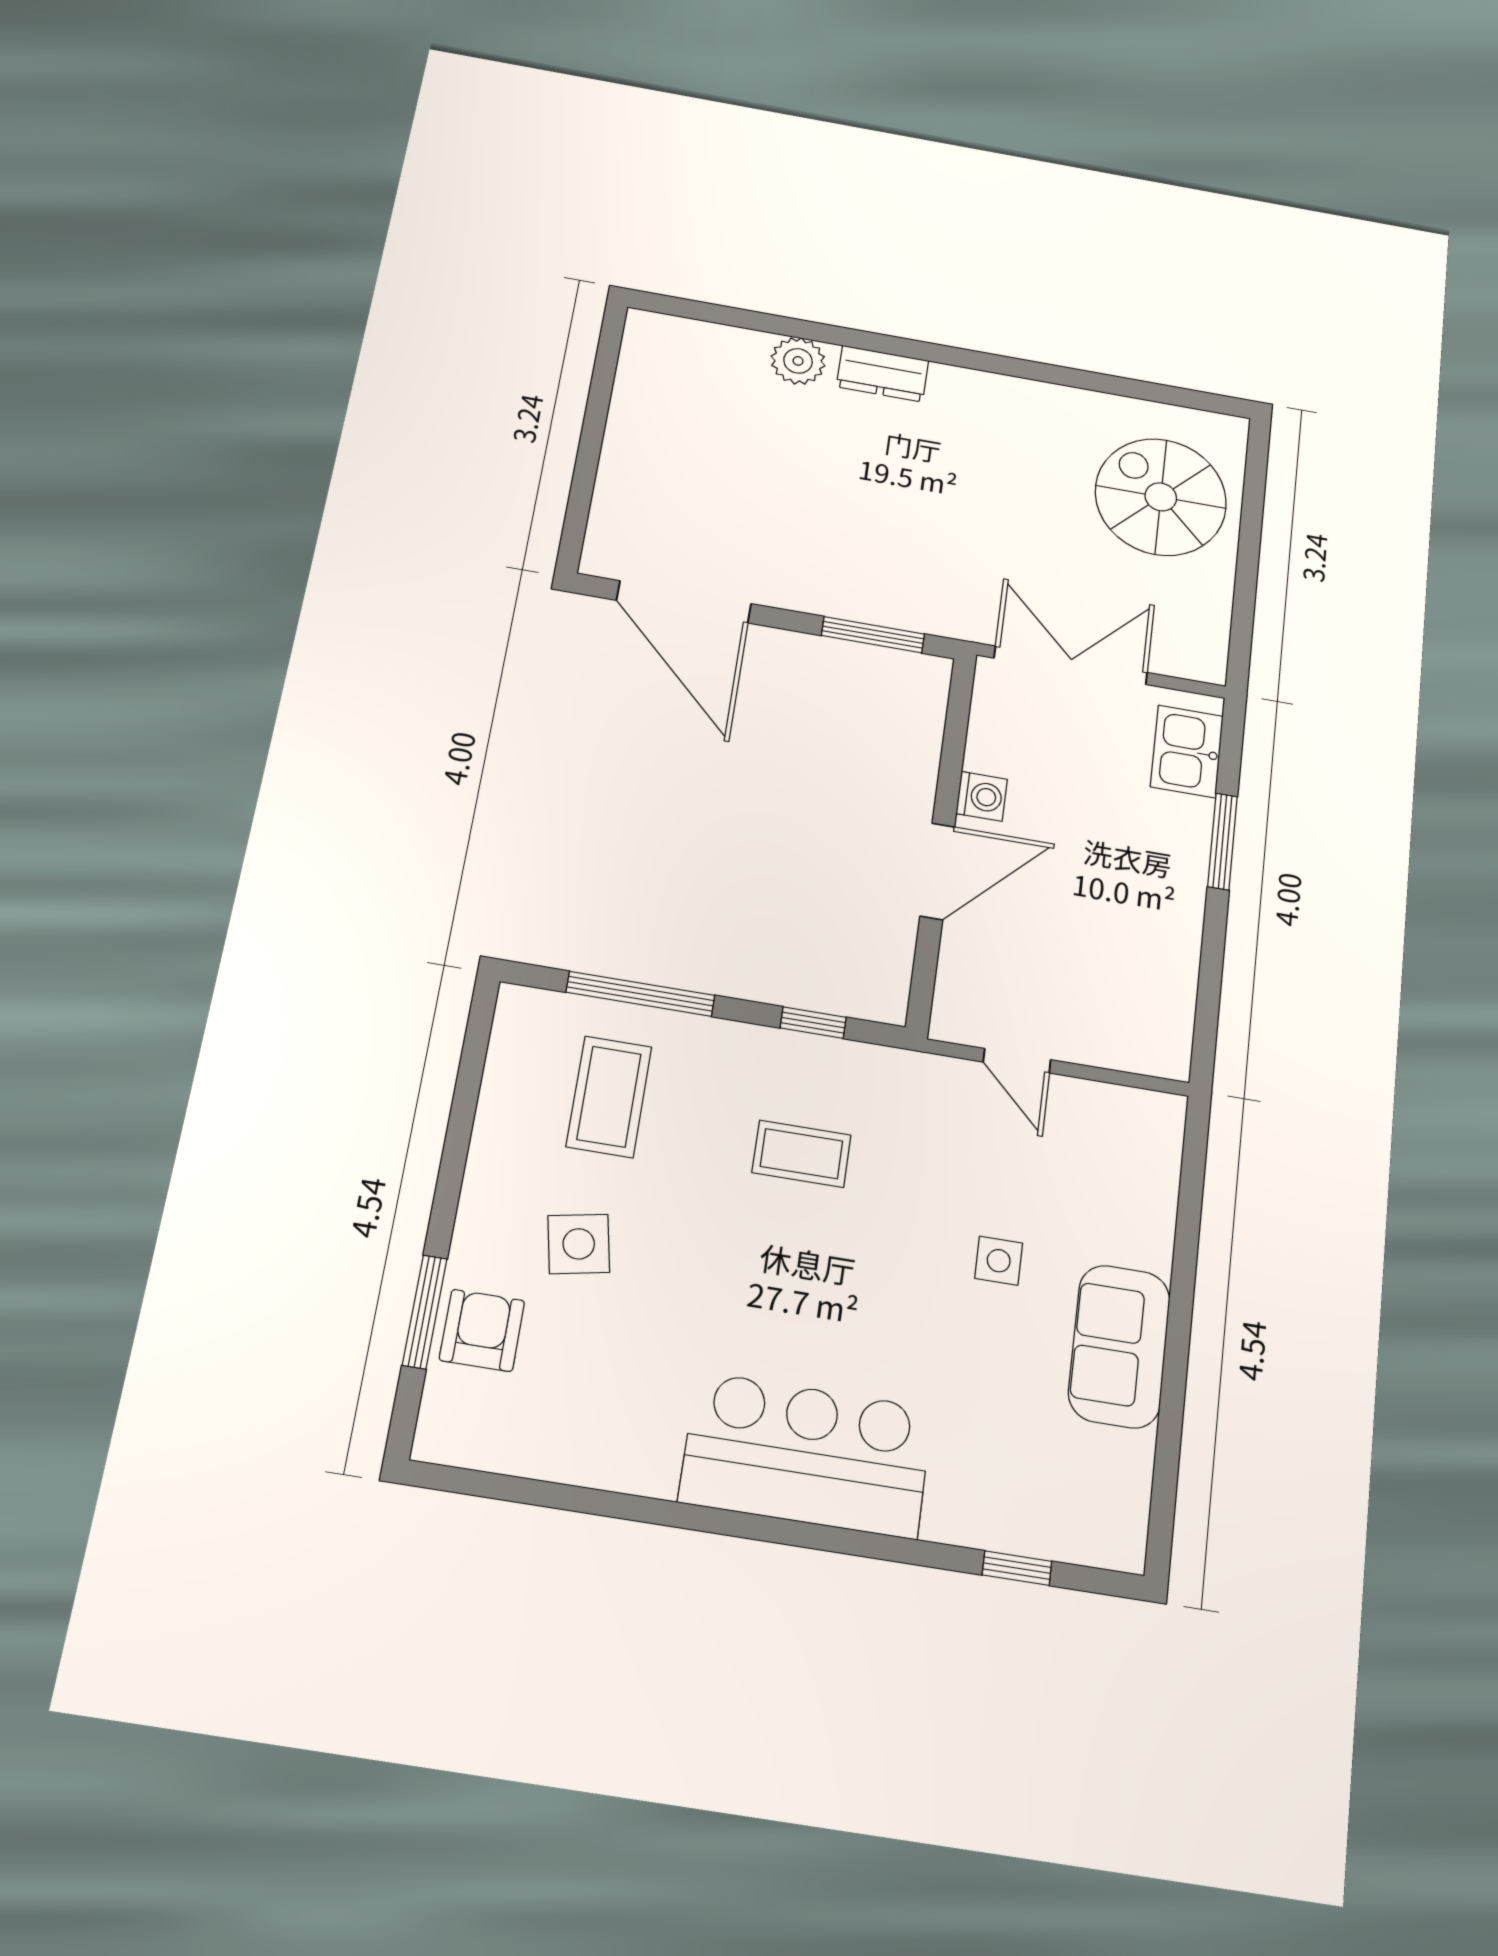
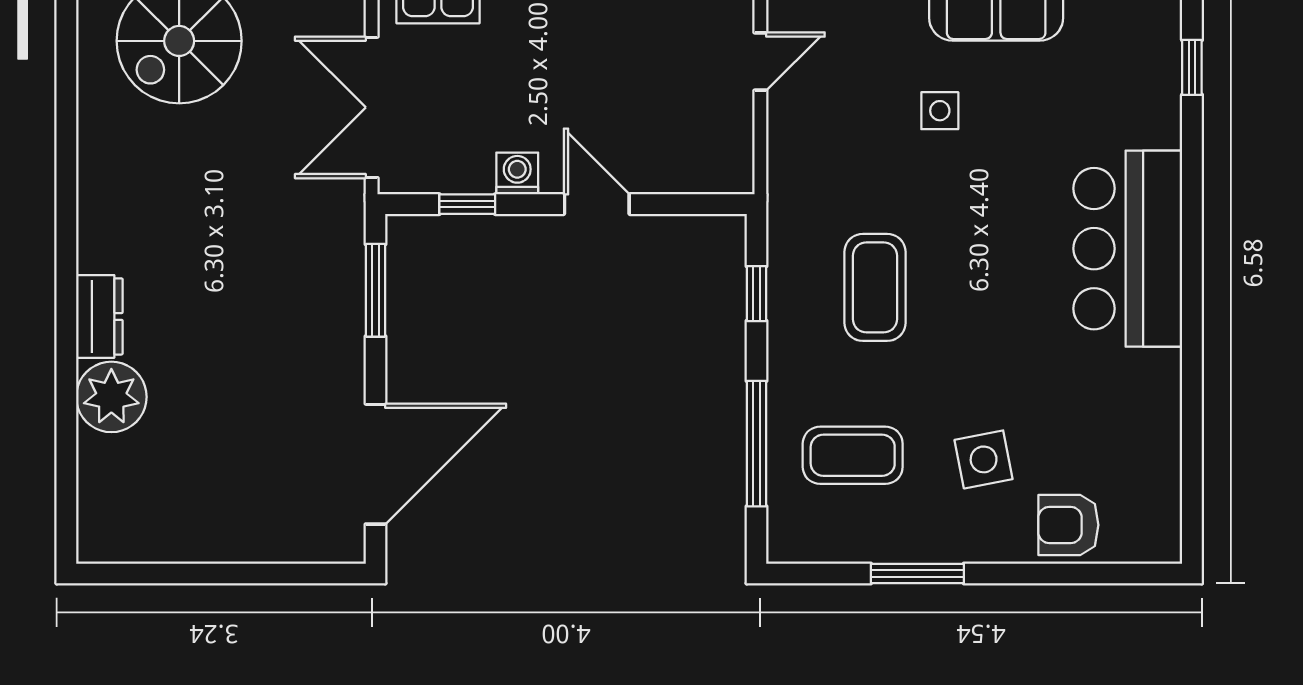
plant: (798, 361) -> (111, 397), width x1.36, depth x1.36
window: (954, 741) -> (467, 204), added
door: (937, 871) -> (597, 204), width x0.73
door: (1017, 1061) -> (760, 61), moved
coffee table: (801, 1154) -> (875, 287), width x1.36, depth x1.30
window: (425, 1312) -> (917, 574), moved

